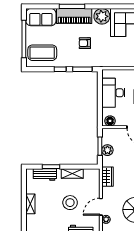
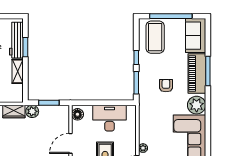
plant: (107, 150) -> (32, 111), moved
workbench: (45, 175) -> (16, 40), width x1.38

